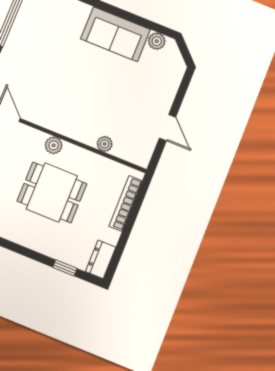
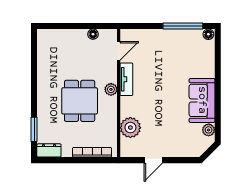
tv unit: (49, 120) -> (126, 79), added
plant: (105, 144) -> (130, 128), width x1.88, depth x1.88
window: (65, 268) -> (34, 129), width x1.50

